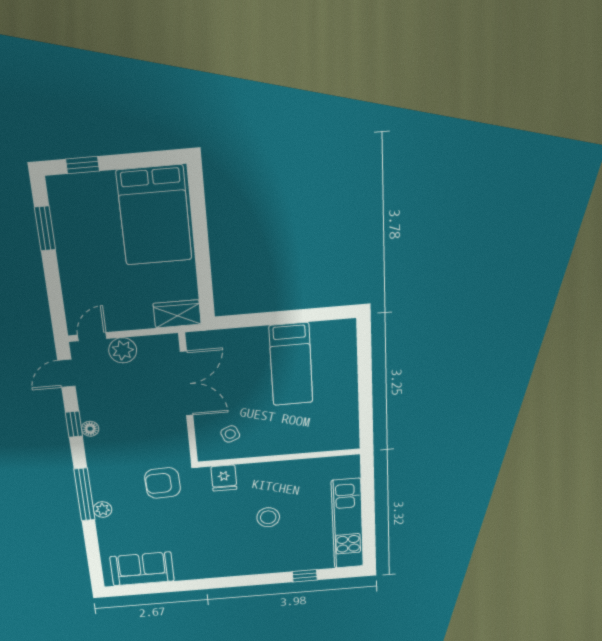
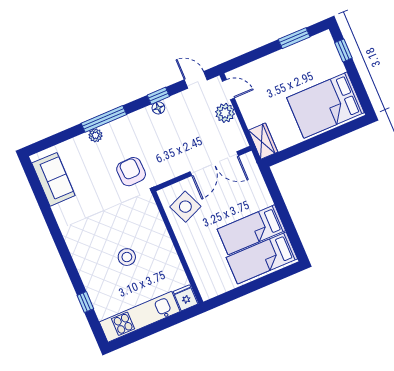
bed: (333, 362) -> (262, 258), added
side table: (230, 434) -> (185, 207), width x1.87, depth x1.87
fridge: (224, 478) -> (186, 298), moved, turned 90

